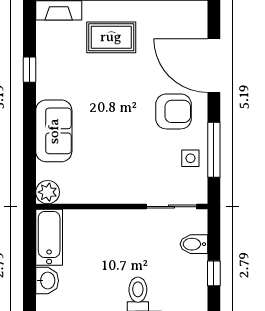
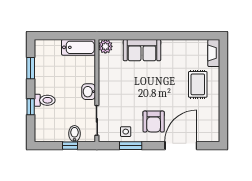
window: (29, 70) -> (178, 36), removed
window: (214, 150) -> (131, 146), width x0.69
window: (214, 273) -> (70, 146), moved
washbasin: (47, 281) -> (89, 92), moved, turned 90

